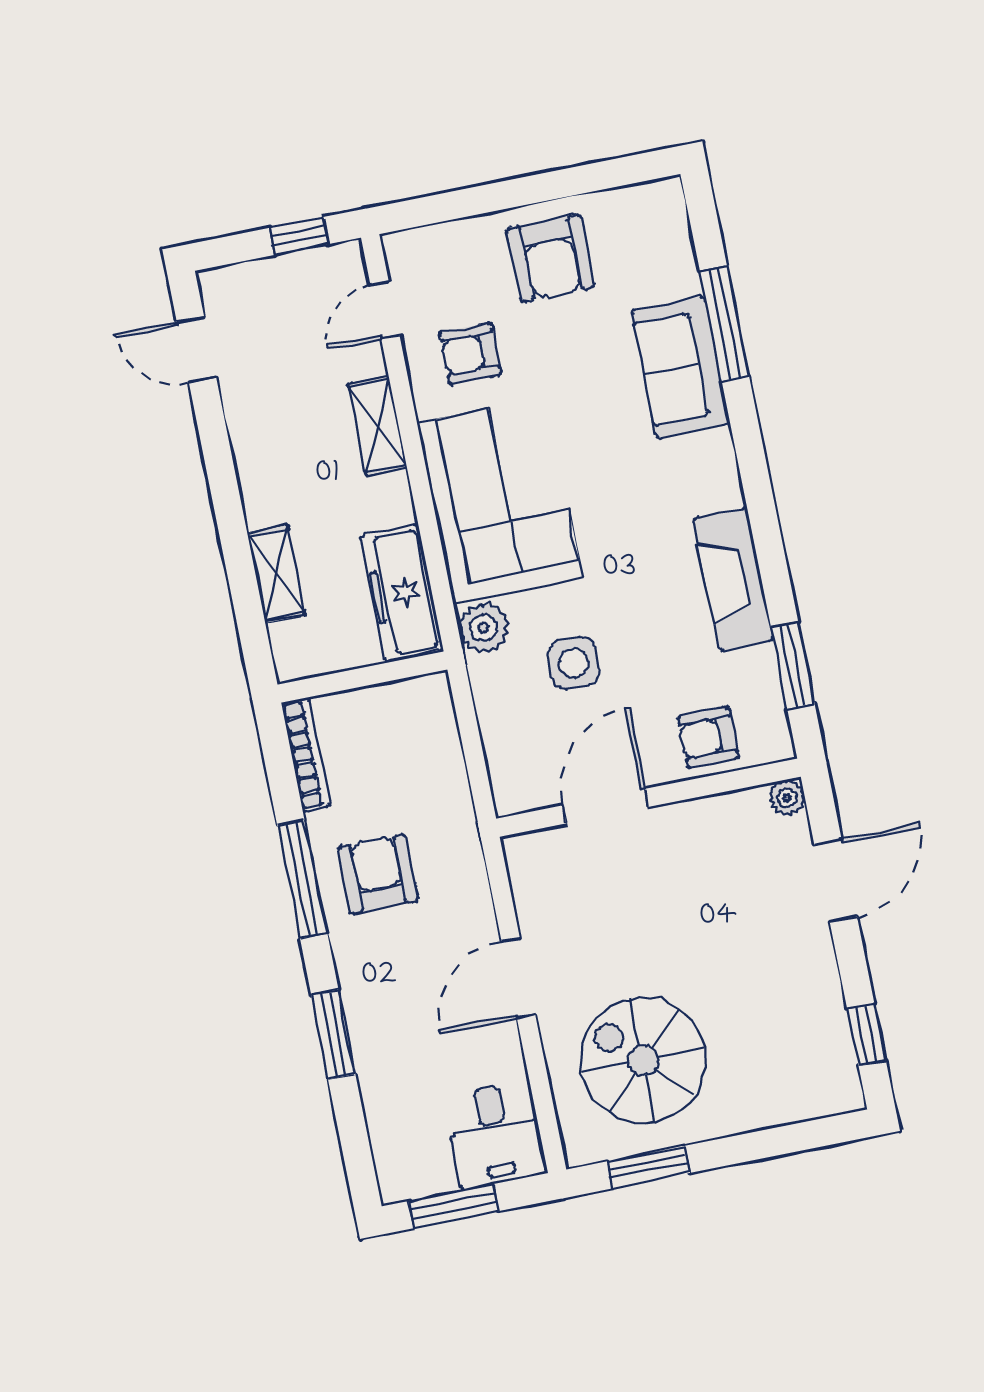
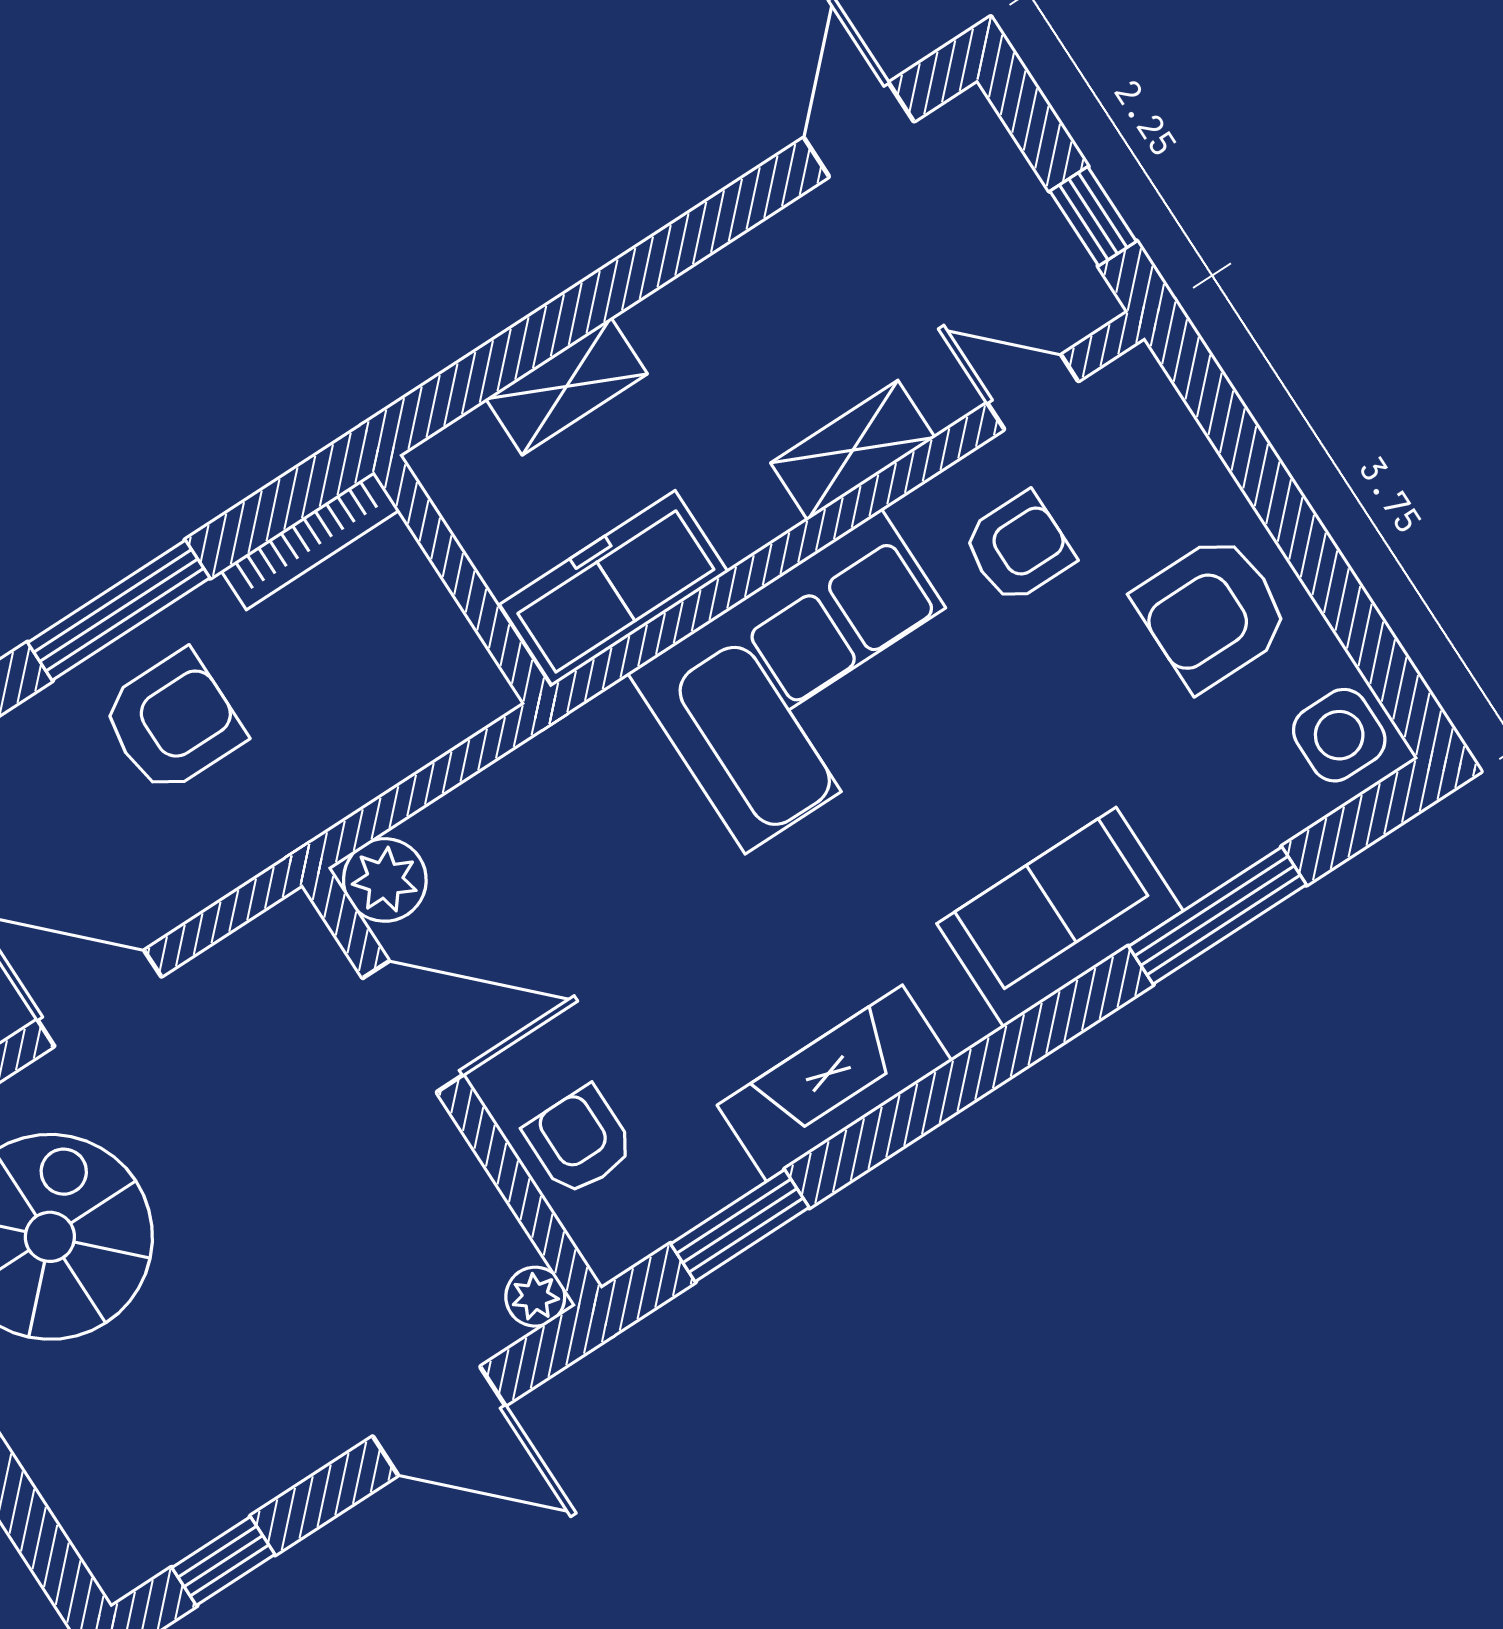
armchair: (470, 354) -> (1018, 548), turned 90
sofa: (681, 367) -> (1060, 917), moved
plant: (484, 628) -> (385, 880), moved
side table: (574, 663) -> (1339, 735), moved

